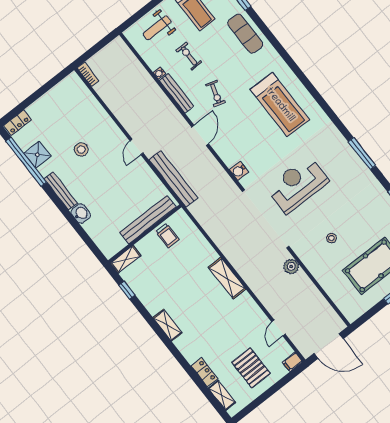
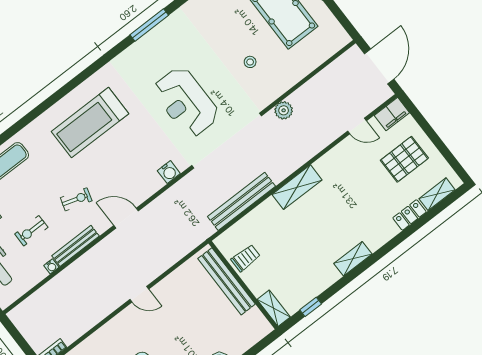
treadmill: (280, 105) -> (90, 123), turned 180
bench: (173, 179) -> (241, 201), moved
filing cabinet: (293, 362) -> (392, 114), width x2.00

